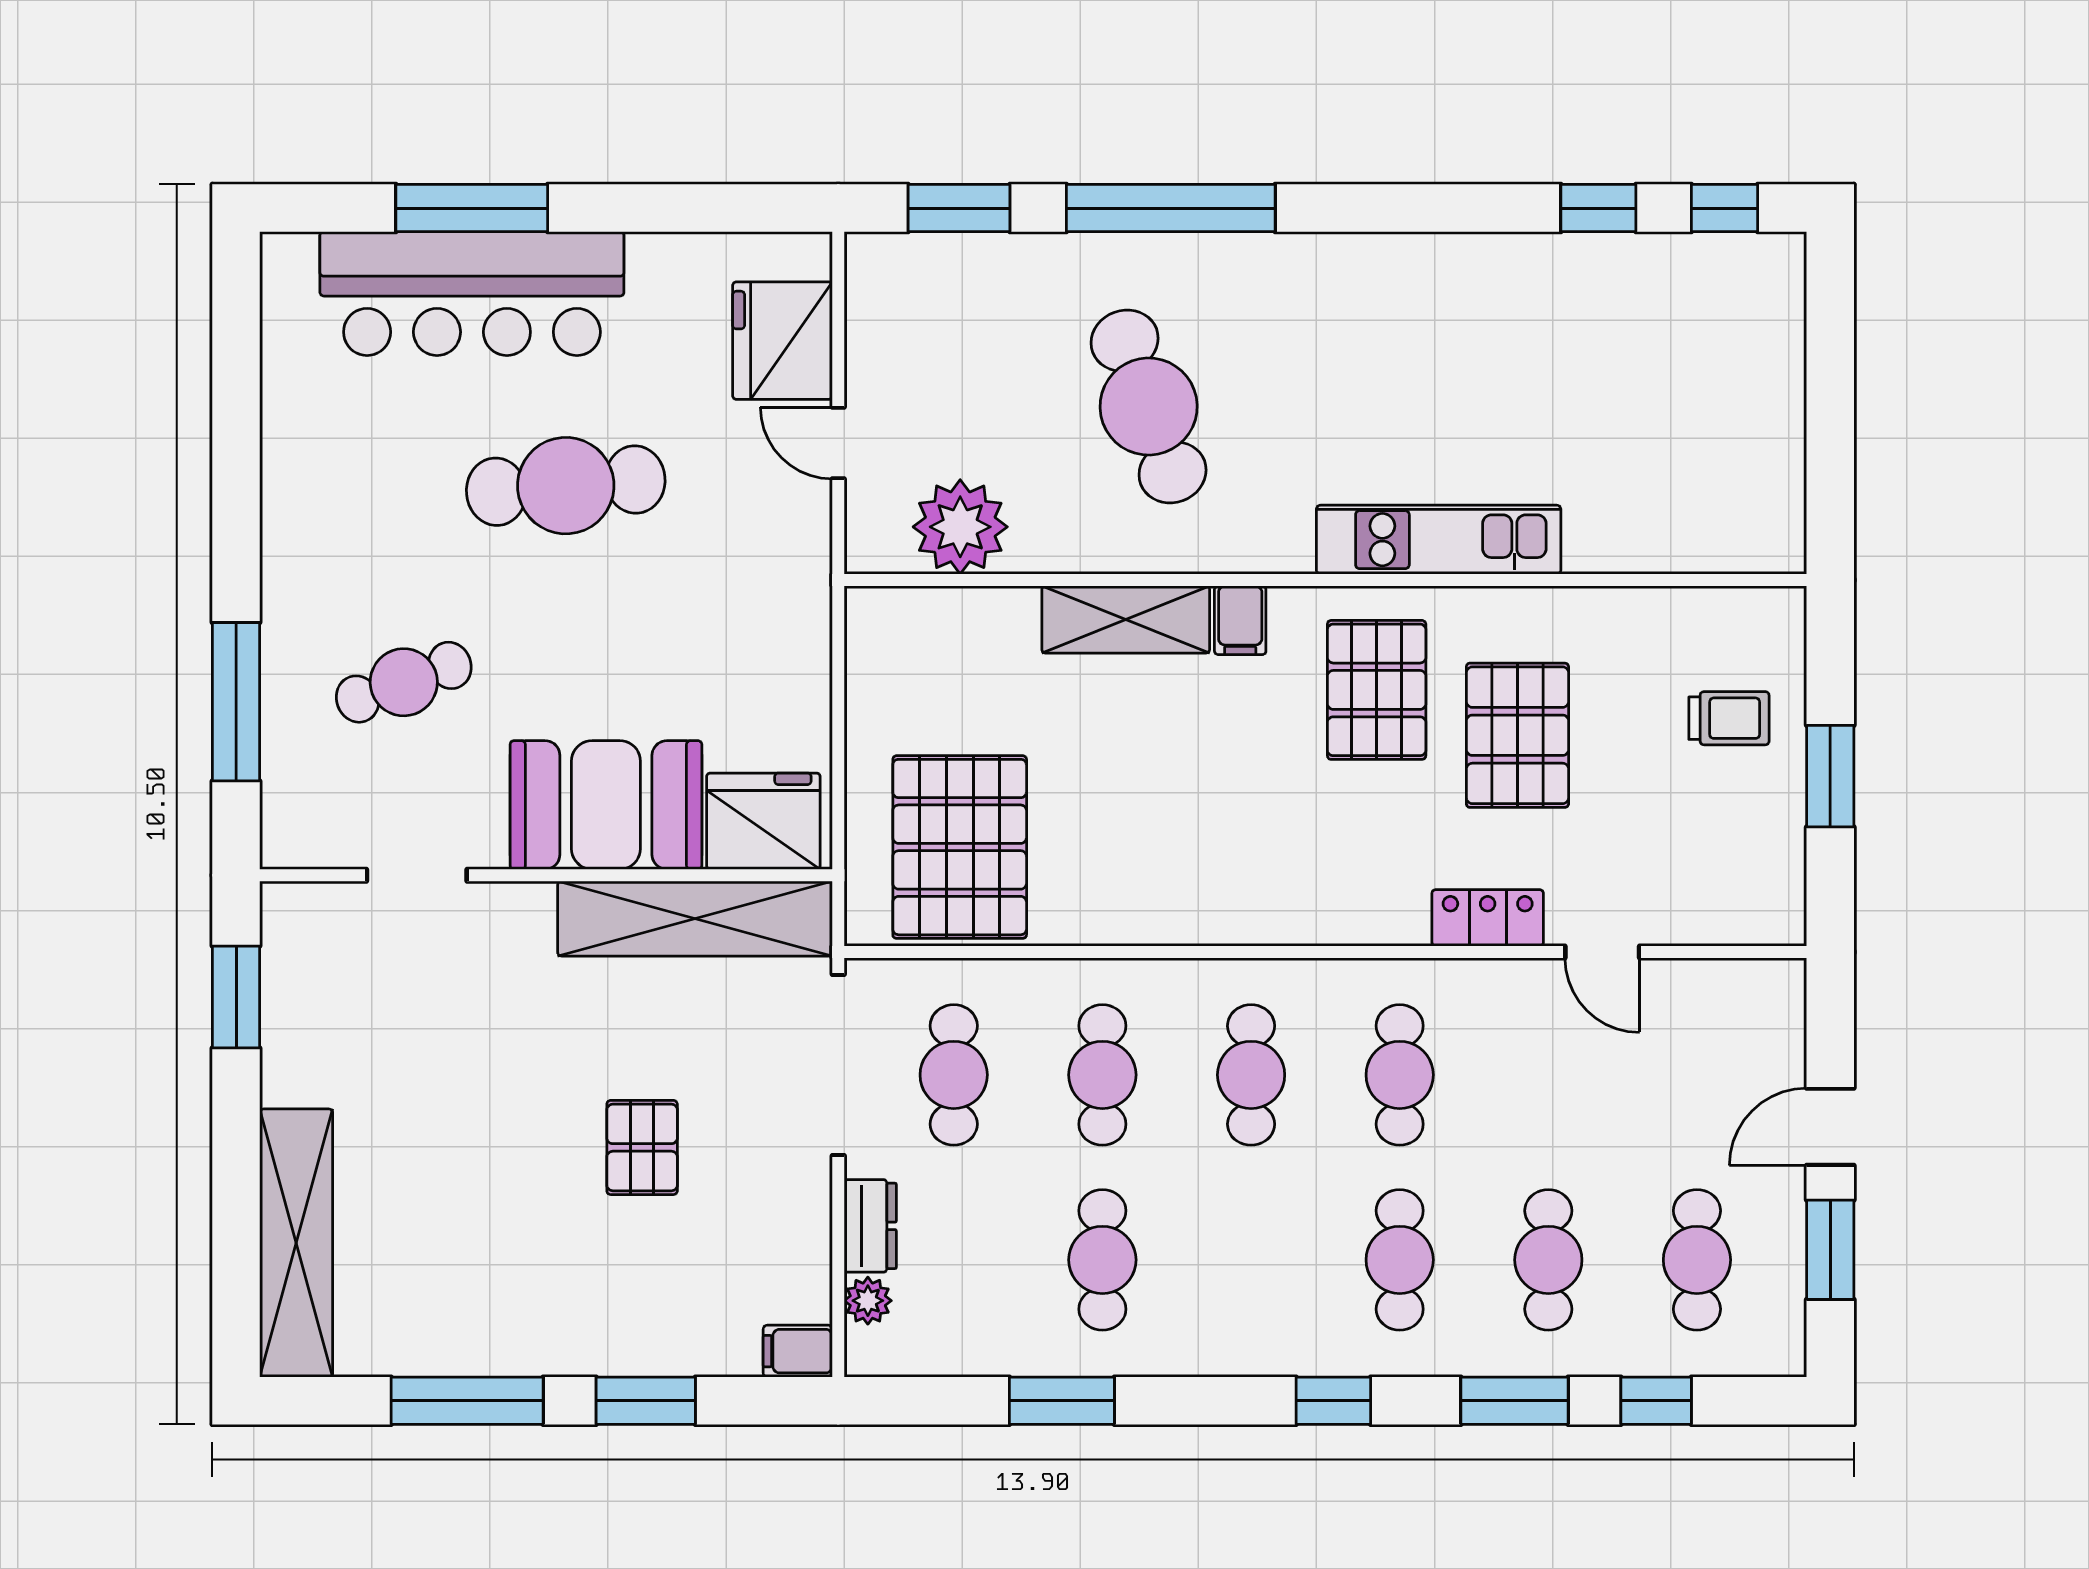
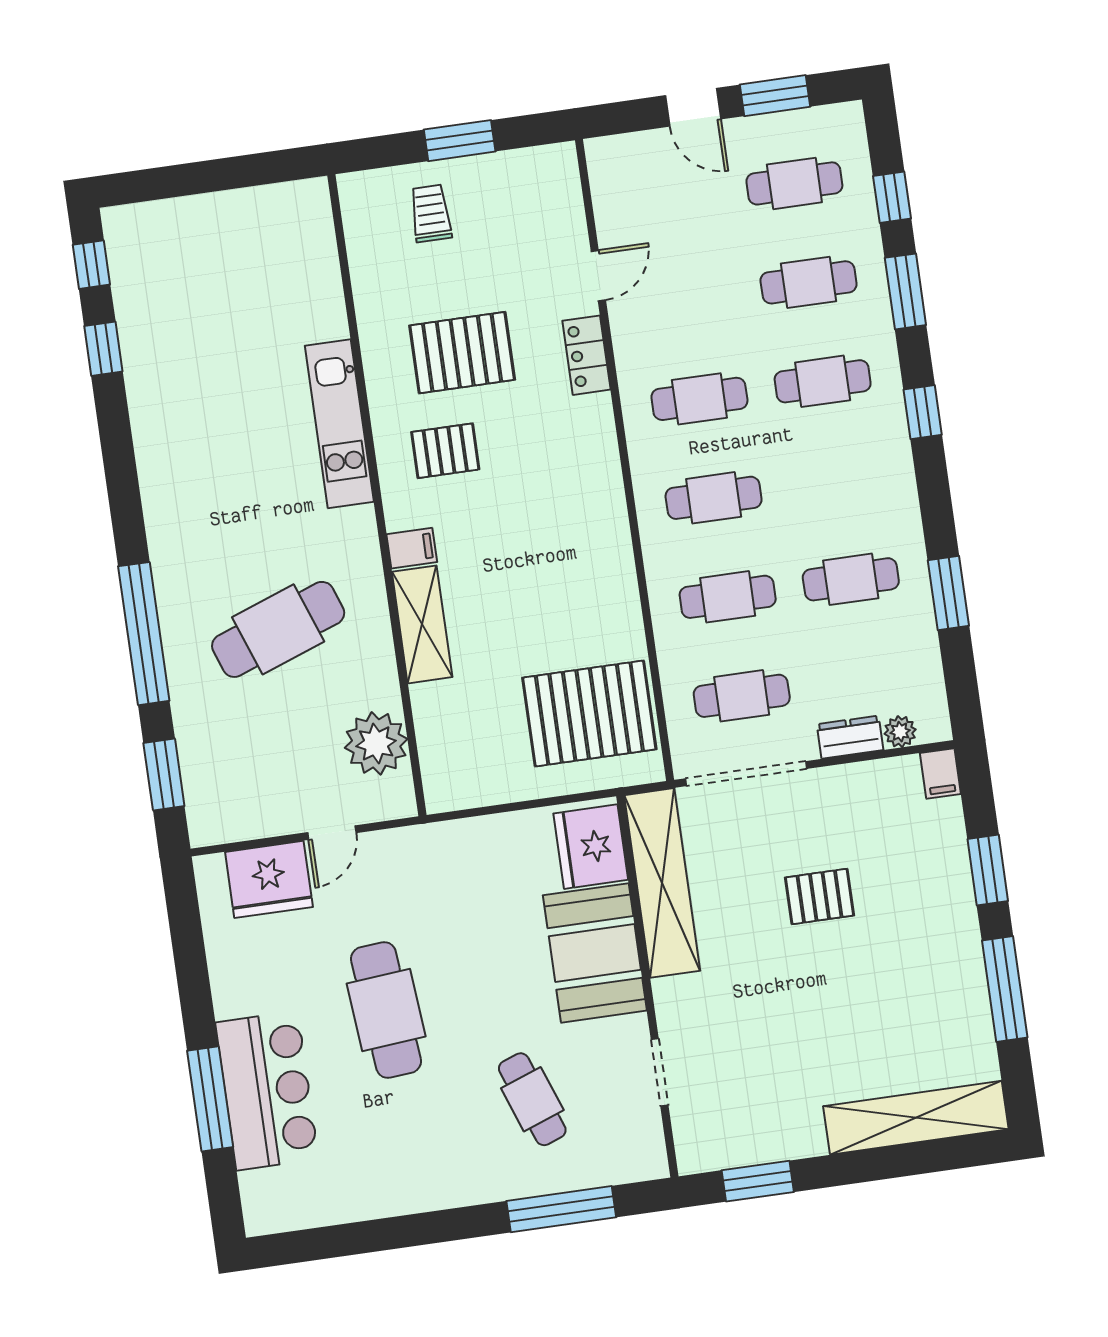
bar counter: (472, 294) -> (267, 1091), width x0.73
pallet: (1377, 690) -> (445, 451), width x0.67, depth x0.71

